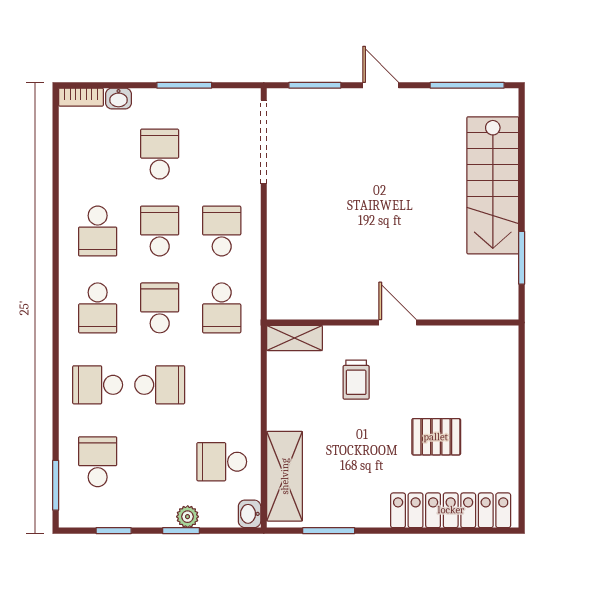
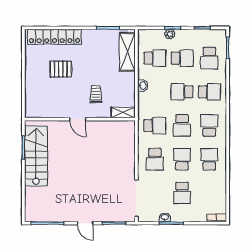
washbasin: (119, 98) -> (165, 217), moved
stairs: (493, 185) -> (36, 156), moved
school desk: (160, 231) -> (182, 159), turned 180
school desk: (222, 308) -> (155, 126), turned 90
school desk: (160, 462) -> (182, 58), added
washbasin: (250, 514) -> (143, 86), moved

